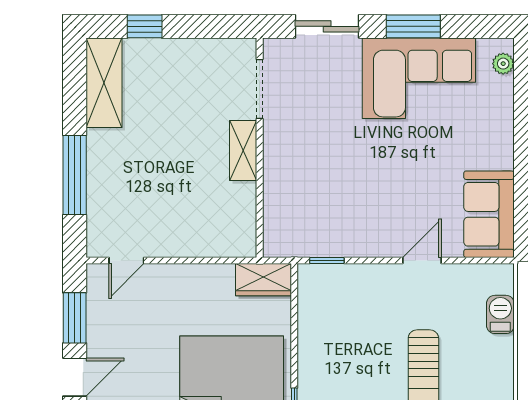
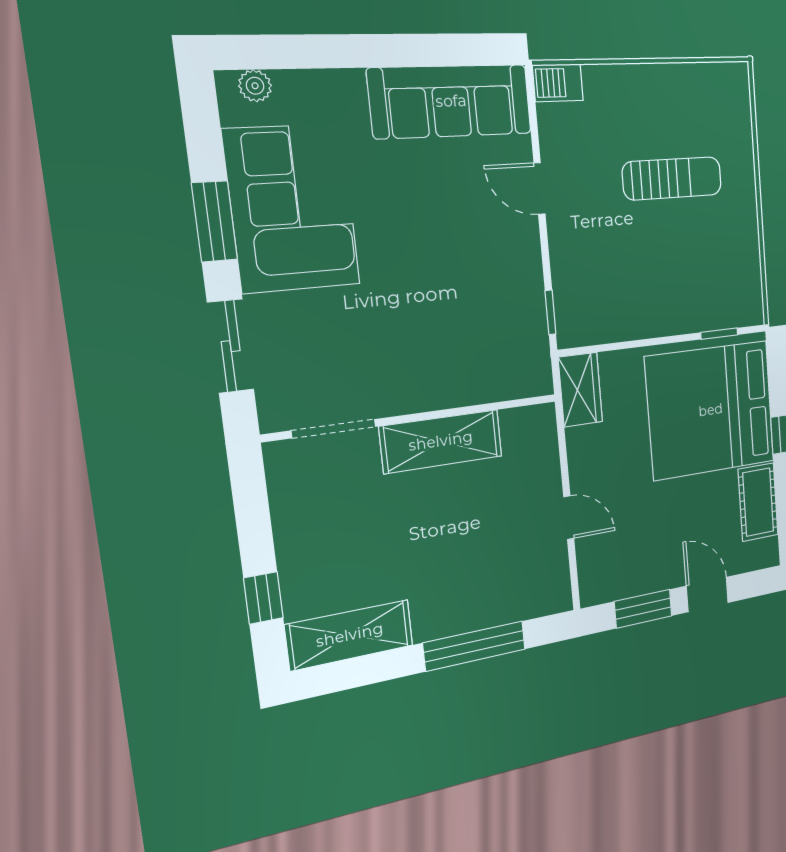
shelving: (243, 151) -> (441, 441), width x1.50, depth x1.33
sofa: (489, 214) -> (451, 101), width x1.36
door: (126, 261) -> (569, 518), moved
barbecue: (500, 314) -> (558, 83), moved

